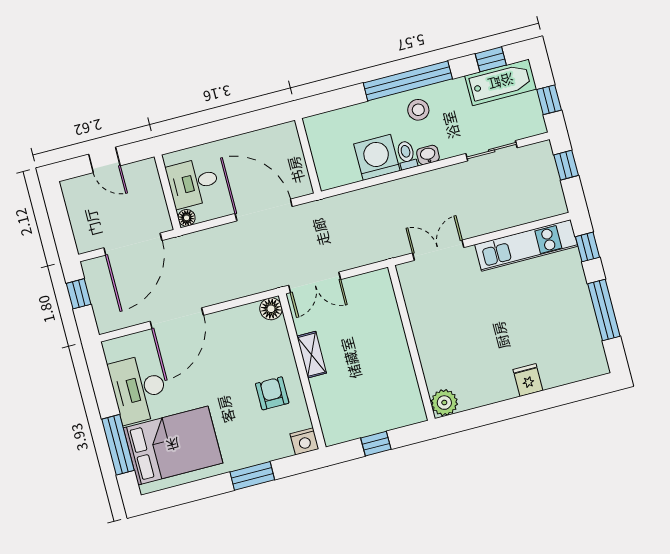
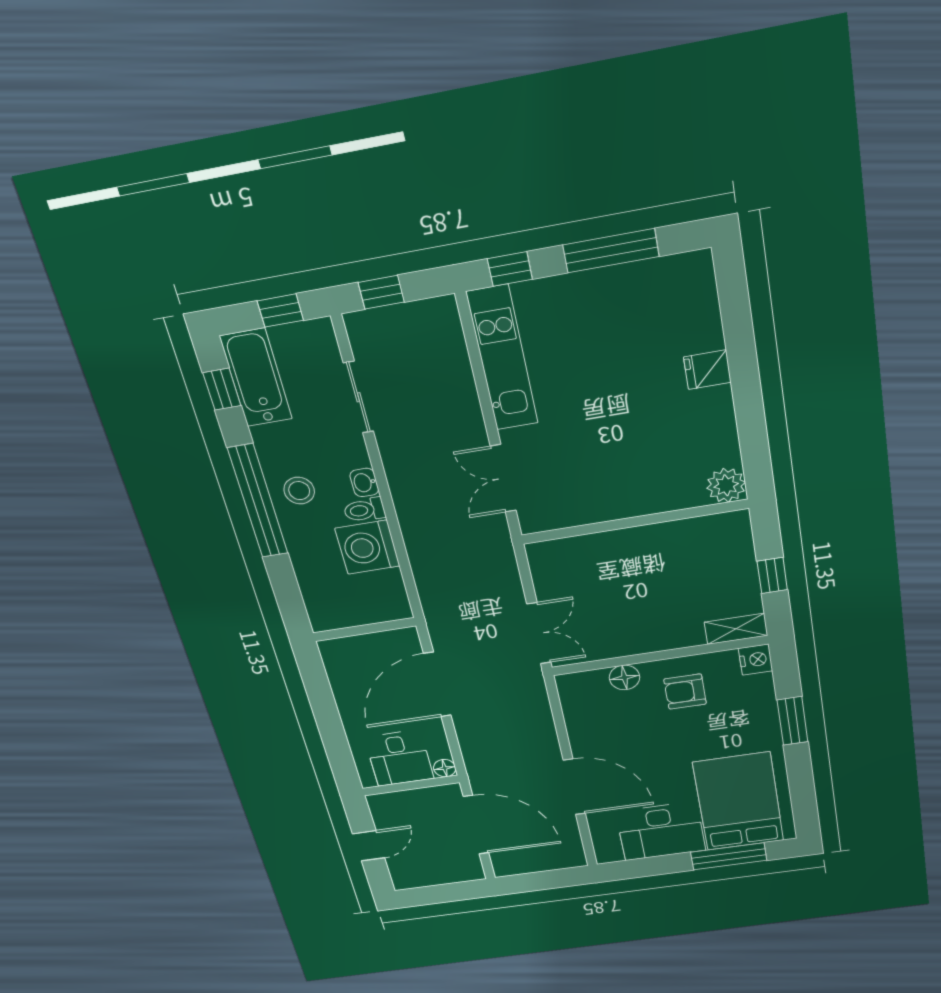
window: (79, 294) -> (535, 882), removed
floor lamp: (271, 309) -> (624, 677), moved
shelving: (312, 355) -> (736, 629), moved

